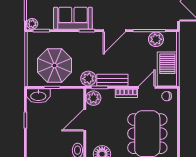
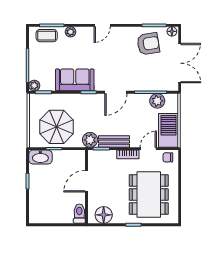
plant: (93, 98) -> (95, 159), removed

